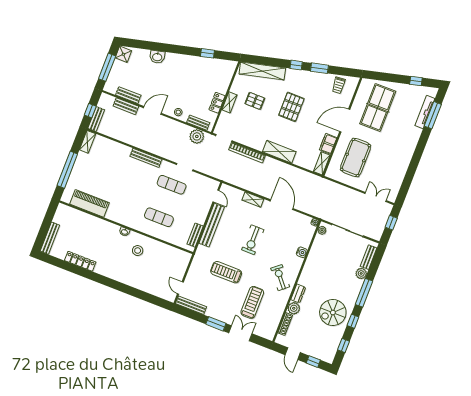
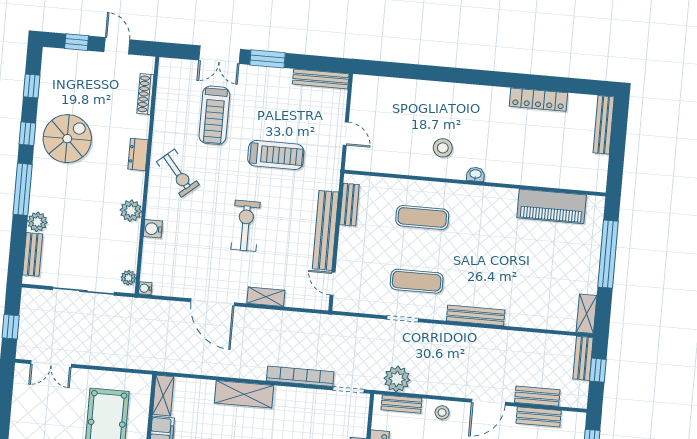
door: (180, 288) -> (346, 134), moved
plant: (294, 308) -> (131, 211), moved

